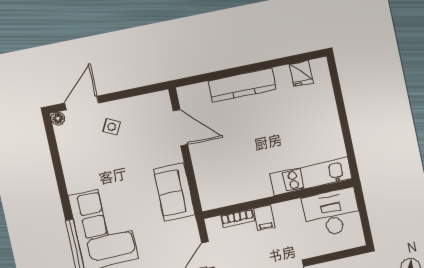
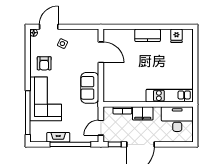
kitchen counter: (242, 85) -> (148, 35), width x0.67
armchair: (87, 167) -> (44, 63), added
filing cabinet: (264, 218) -> (143, 113), width x2.00

